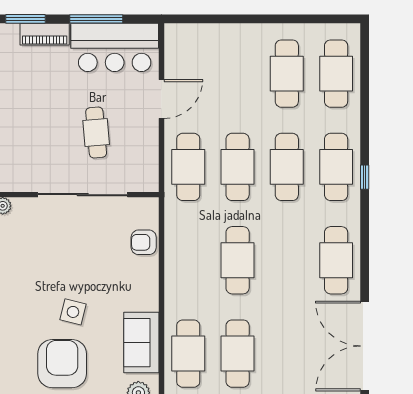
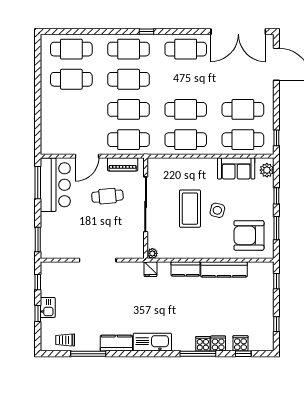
window: (96, 19) -> (38, 183), moved
piano: (45, 34) -> (123, 164), moved, turned 90
door: (161, 99) -> (87, 156), swing flipped
window: (365, 177) -> (147, 32), moved
armchair: (144, 242) -> (175, 167), removed
cafe table: (188, 260) -> (186, 140), added
coffee table: (76, 267) -> (190, 209), added
armchair: (62, 364) -> (249, 235), moved

